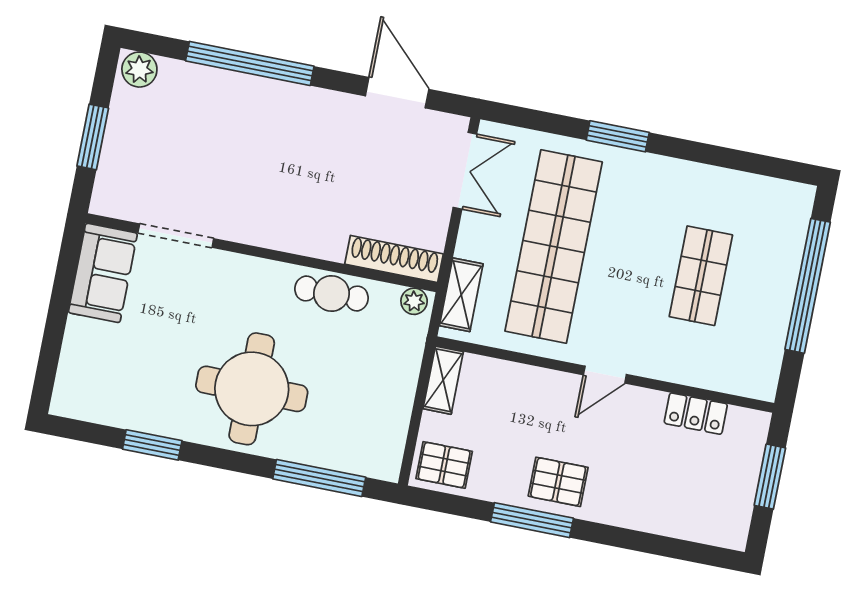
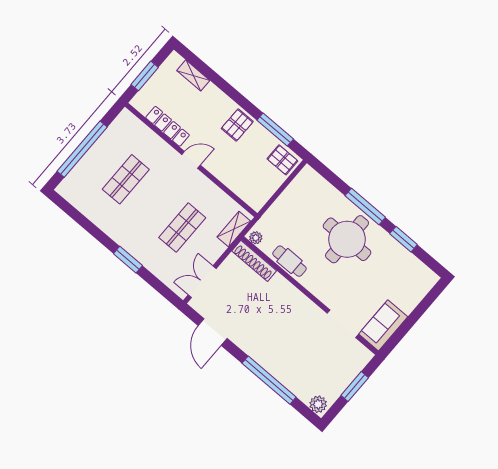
shop shelf: (554, 247) -> (182, 228), width x0.50, depth x0.74
shelving: (443, 380) -> (193, 75), moved, turned 90
locker: (696, 414) -> (168, 126), width x1.53
window: (319, 478) -> (365, 206), moved
pallet: (558, 482) -> (237, 125), turned 90
window: (532, 520) -> (275, 130), moved

